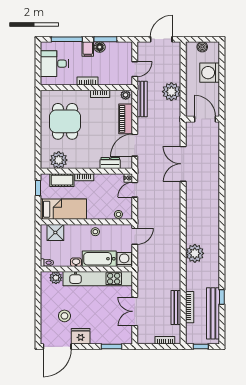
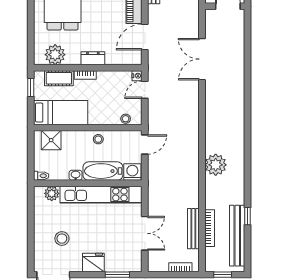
dresser: (110, 163) -> (93, 58), moved
double door: (135, 311) -> (145, 233), swing flipped
fridge: (81, 336) -> (93, 262), moved

